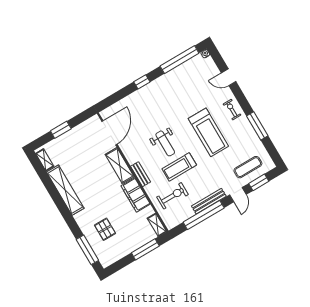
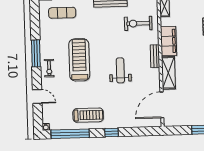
window: (257, 126) -> (36, 53), moved
treadmill: (179, 167) -> (88, 115), moved

